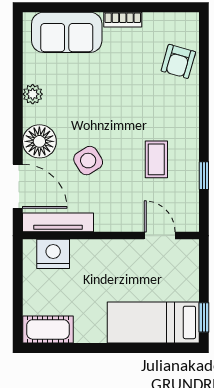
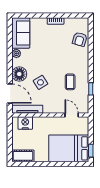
sofa: (67, 32) -> (21, 33), moved, turned -90
bed: (153, 322) -> (69, 148), width x1.50

